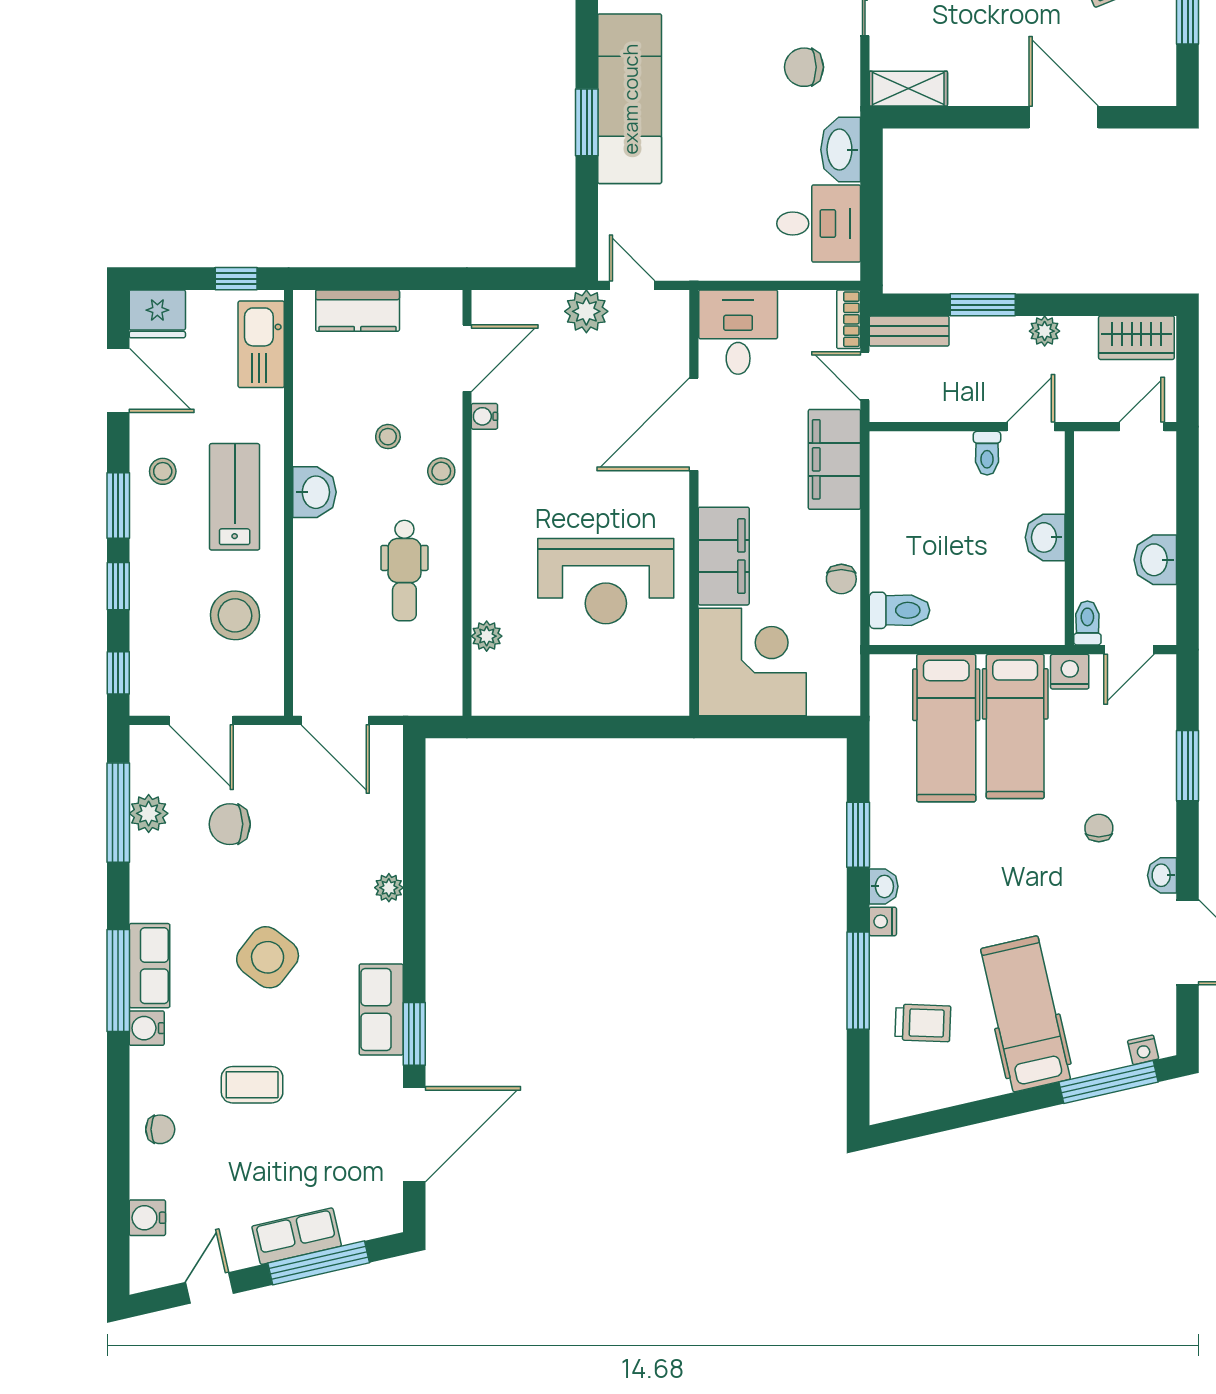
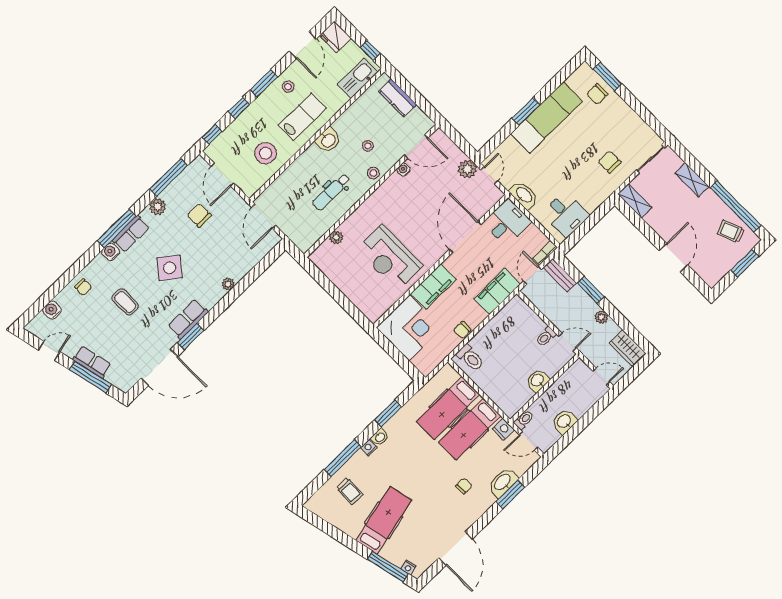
washbasin: (841, 150) -> (524, 195), moved, turned 90
door: (694, 424) -> (465, 237), hinge flipped
plant: (149, 813) -> (158, 207), moved
washbasin: (1162, 875) -> (503, 482), moved, width x1.91, depth x1.45

